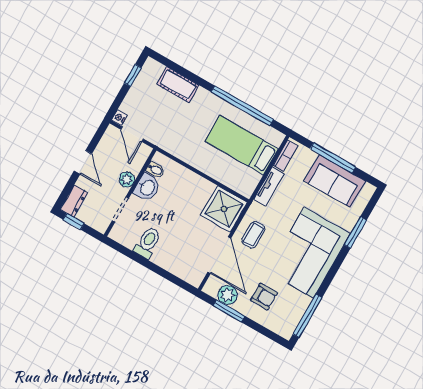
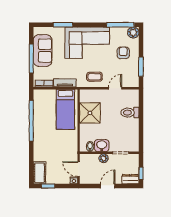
cot: (178, 85) -> (40, 173), moved
door: (132, 134) -> (79, 169), swing flipped
bed: (242, 145) -> (65, 109), moved
shower: (224, 209) -> (90, 113), moved
toilet: (147, 243) -> (130, 113), moved
door: (219, 255) -> (115, 88), width x0.53
plant: (228, 295) -> (133, 33), moved

